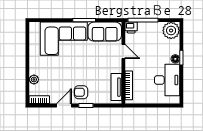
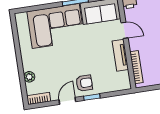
tv unit: (116, 87) -> (120, 55), moved
armchair: (81, 92) -> (84, 83), turned 180

